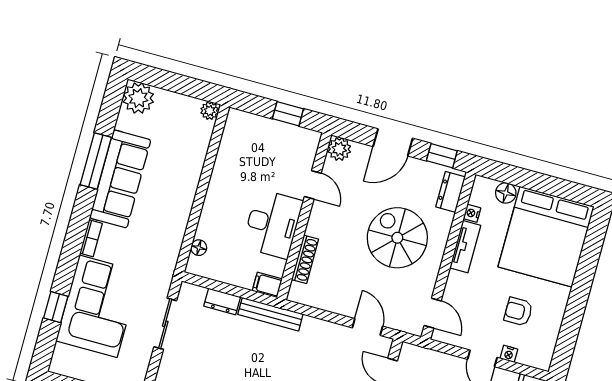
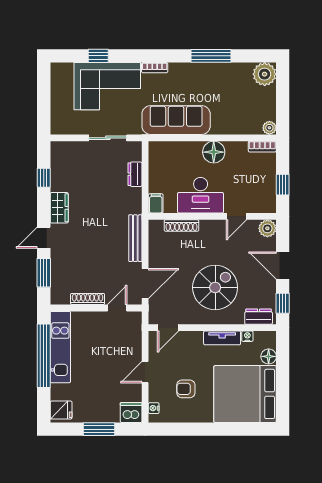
bookcase: (231, 127) -> (262, 147), added
sofa: (120, 179) -> (176, 120), moved, turned 180
floor lamp: (199, 248) -> (214, 152), moved, width x1.89, depth x1.89
armchair: (518, 312) -> (186, 389), turned -90
bench: (270, 314) -> (135, 238), moved
door: (368, 327) -> (145, 284), width x1.38
nightstand: (509, 354) -> (154, 408), moved

